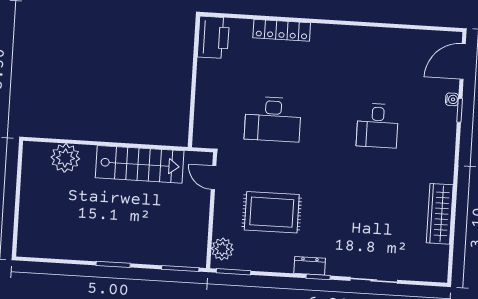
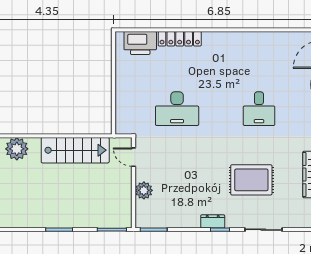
printer: (213, 37) -> (140, 43), moved, turned 90
rug: (272, 212) -> (251, 180), moved
plant: (222, 249) -> (144, 190), moved

